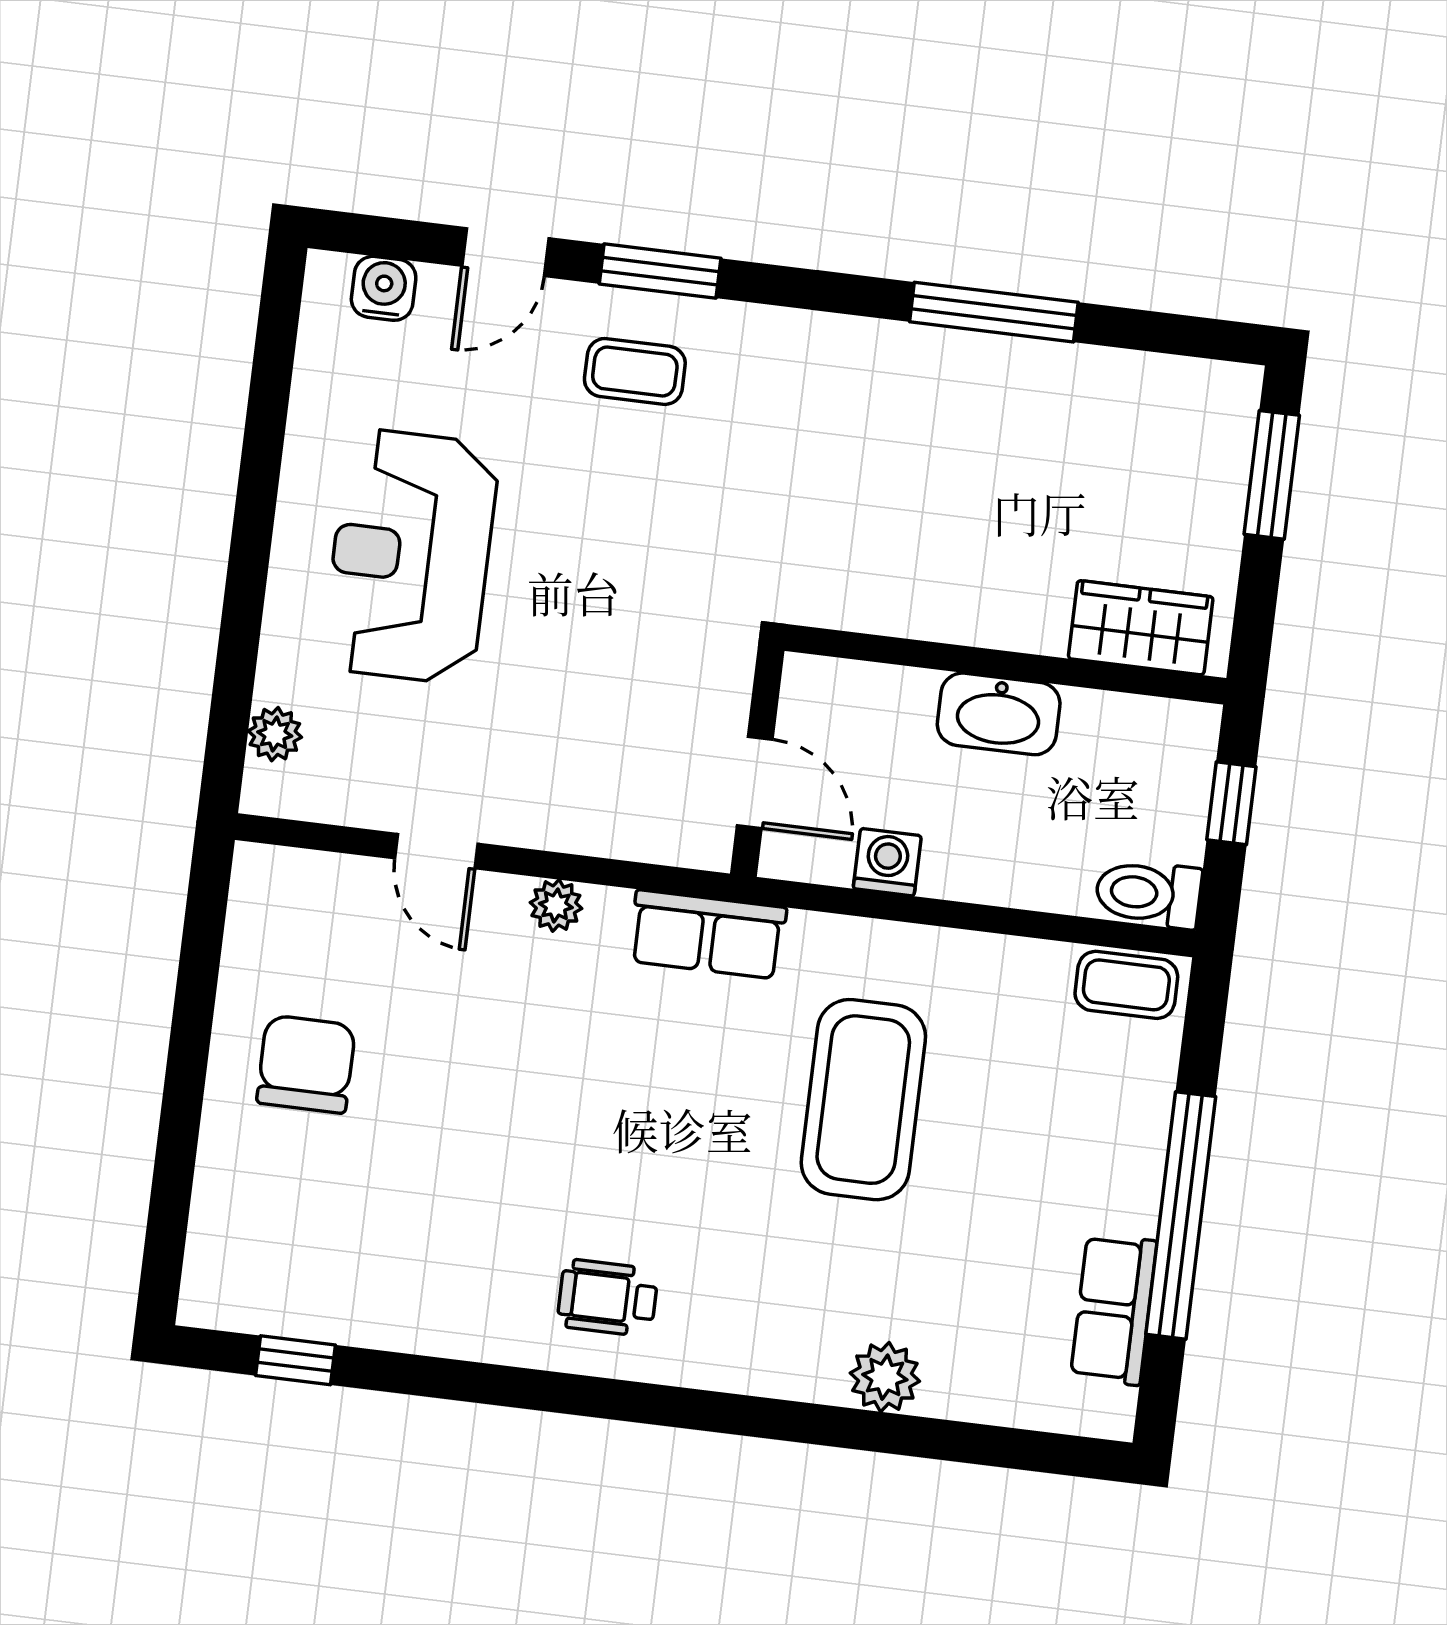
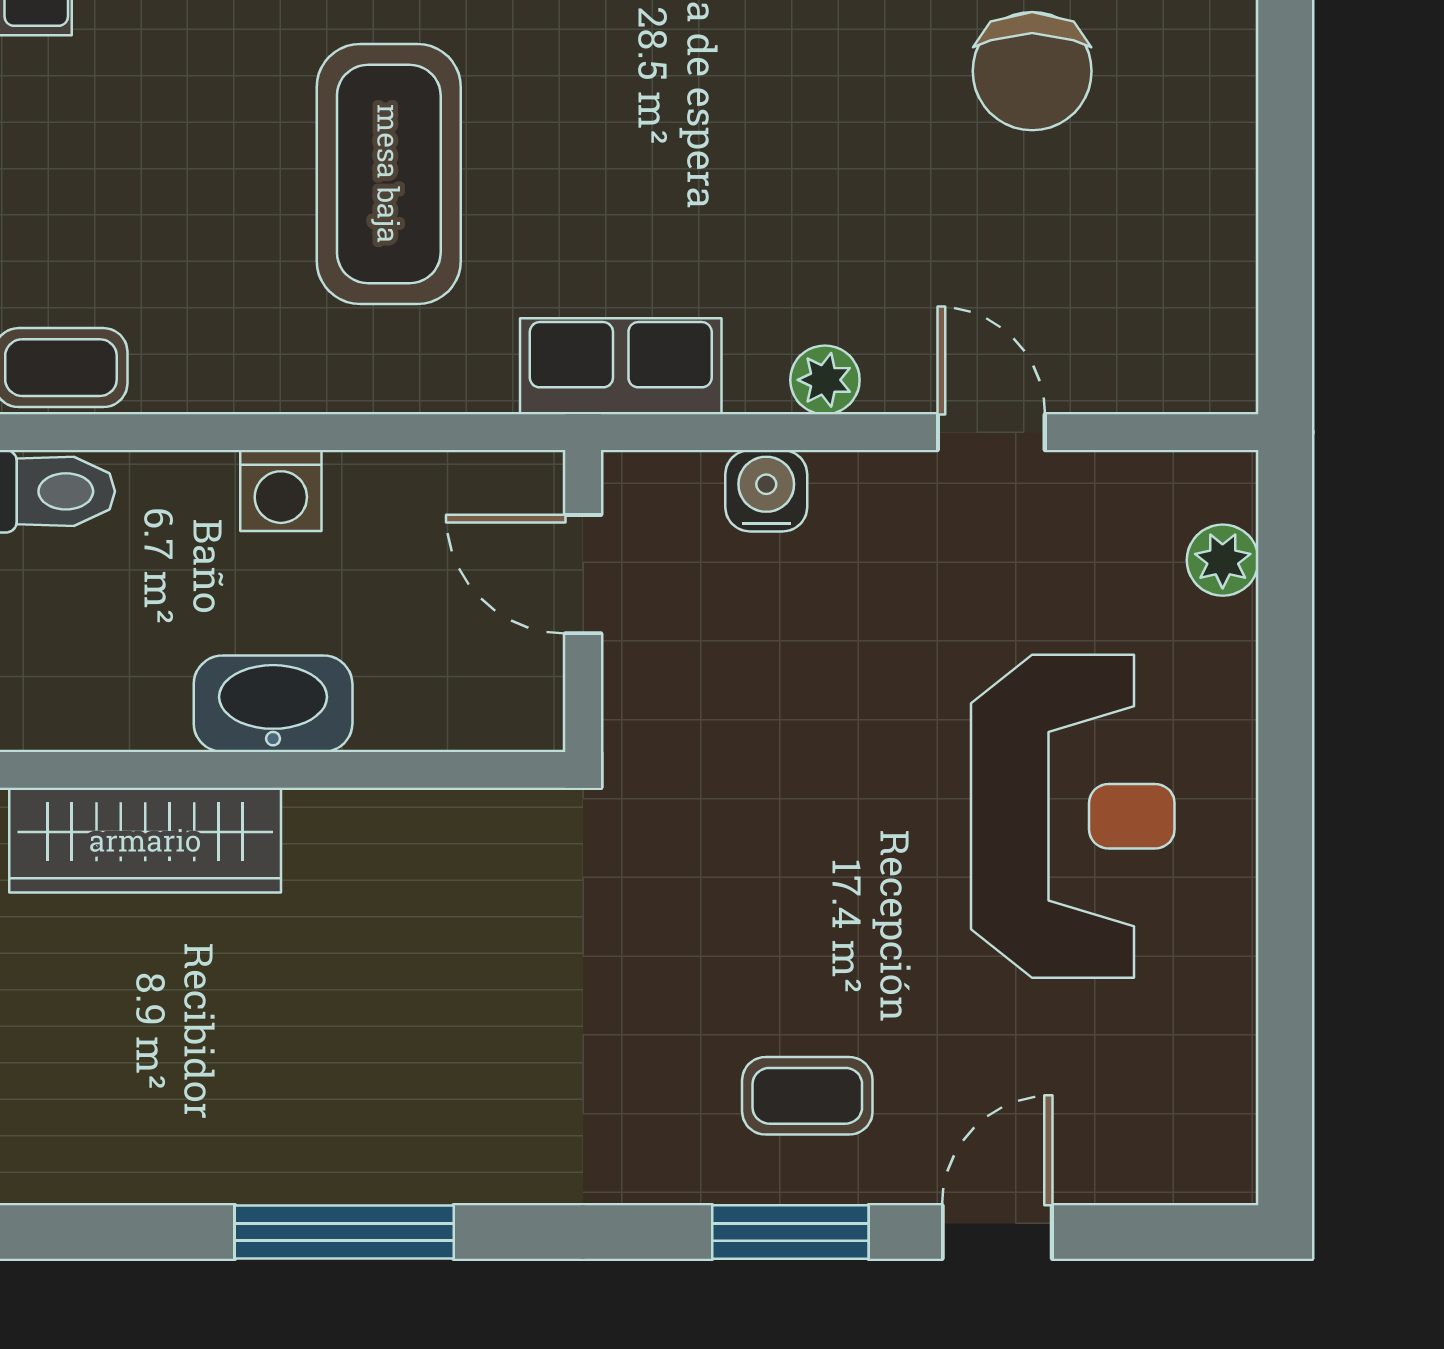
water cooler: (384, 288) -> (766, 491), moved, turned 180
wardrobe: (1141, 628) -> (145, 840), width x1.50
washing machine: (887, 862) -> (281, 491), moved
chair: (306, 1064) -> (1032, 71), moved

